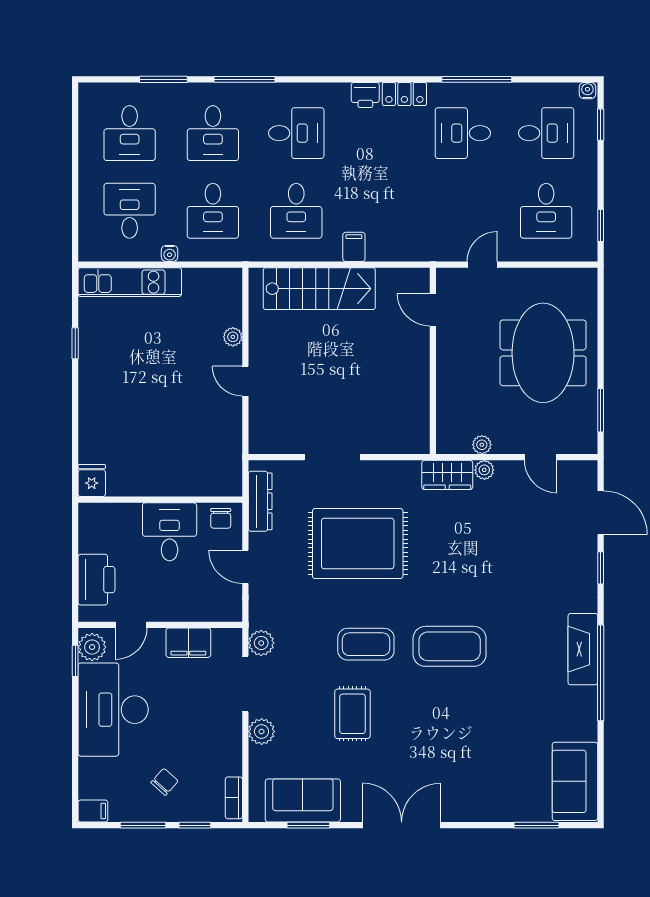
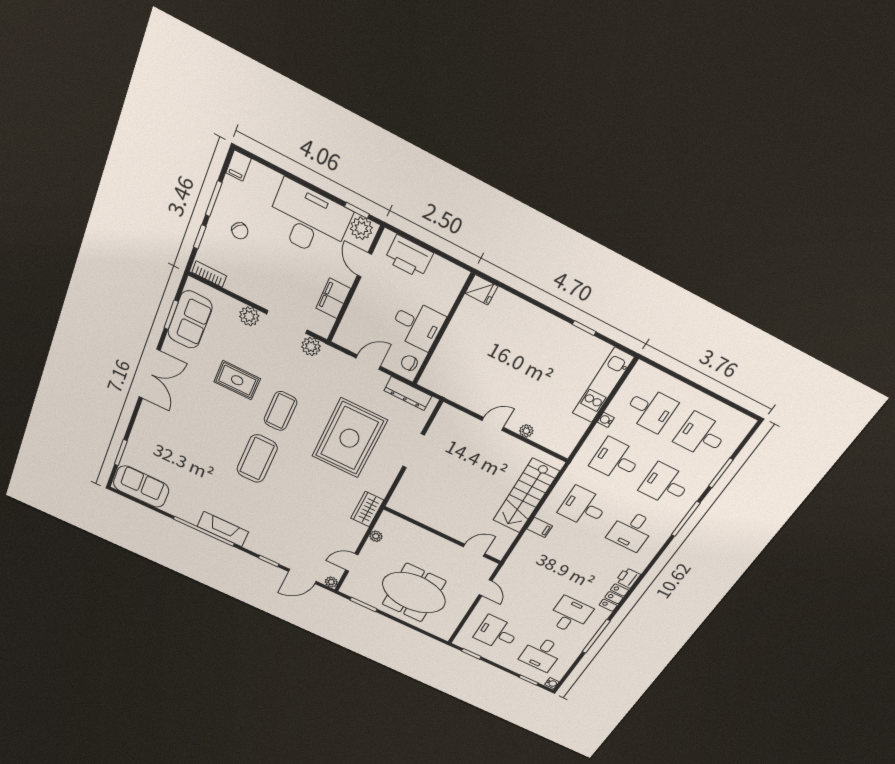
plant: (484, 470) -> (331, 582), moved

